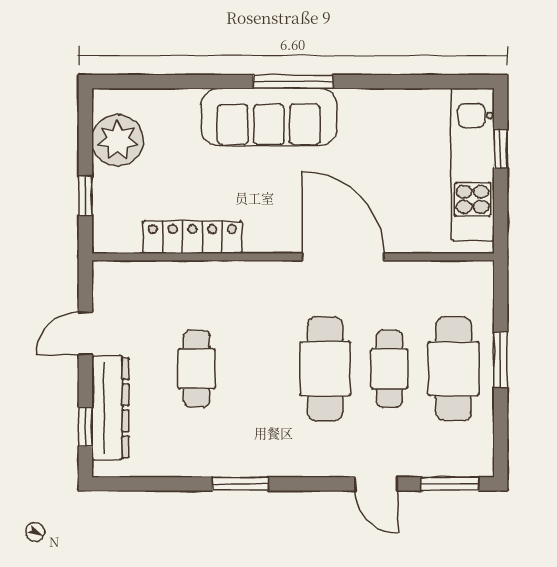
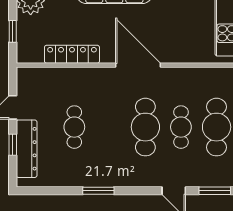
door: (343, 257) -> (138, 65), moved
window: (85, 427) -> (13, 145), moved

